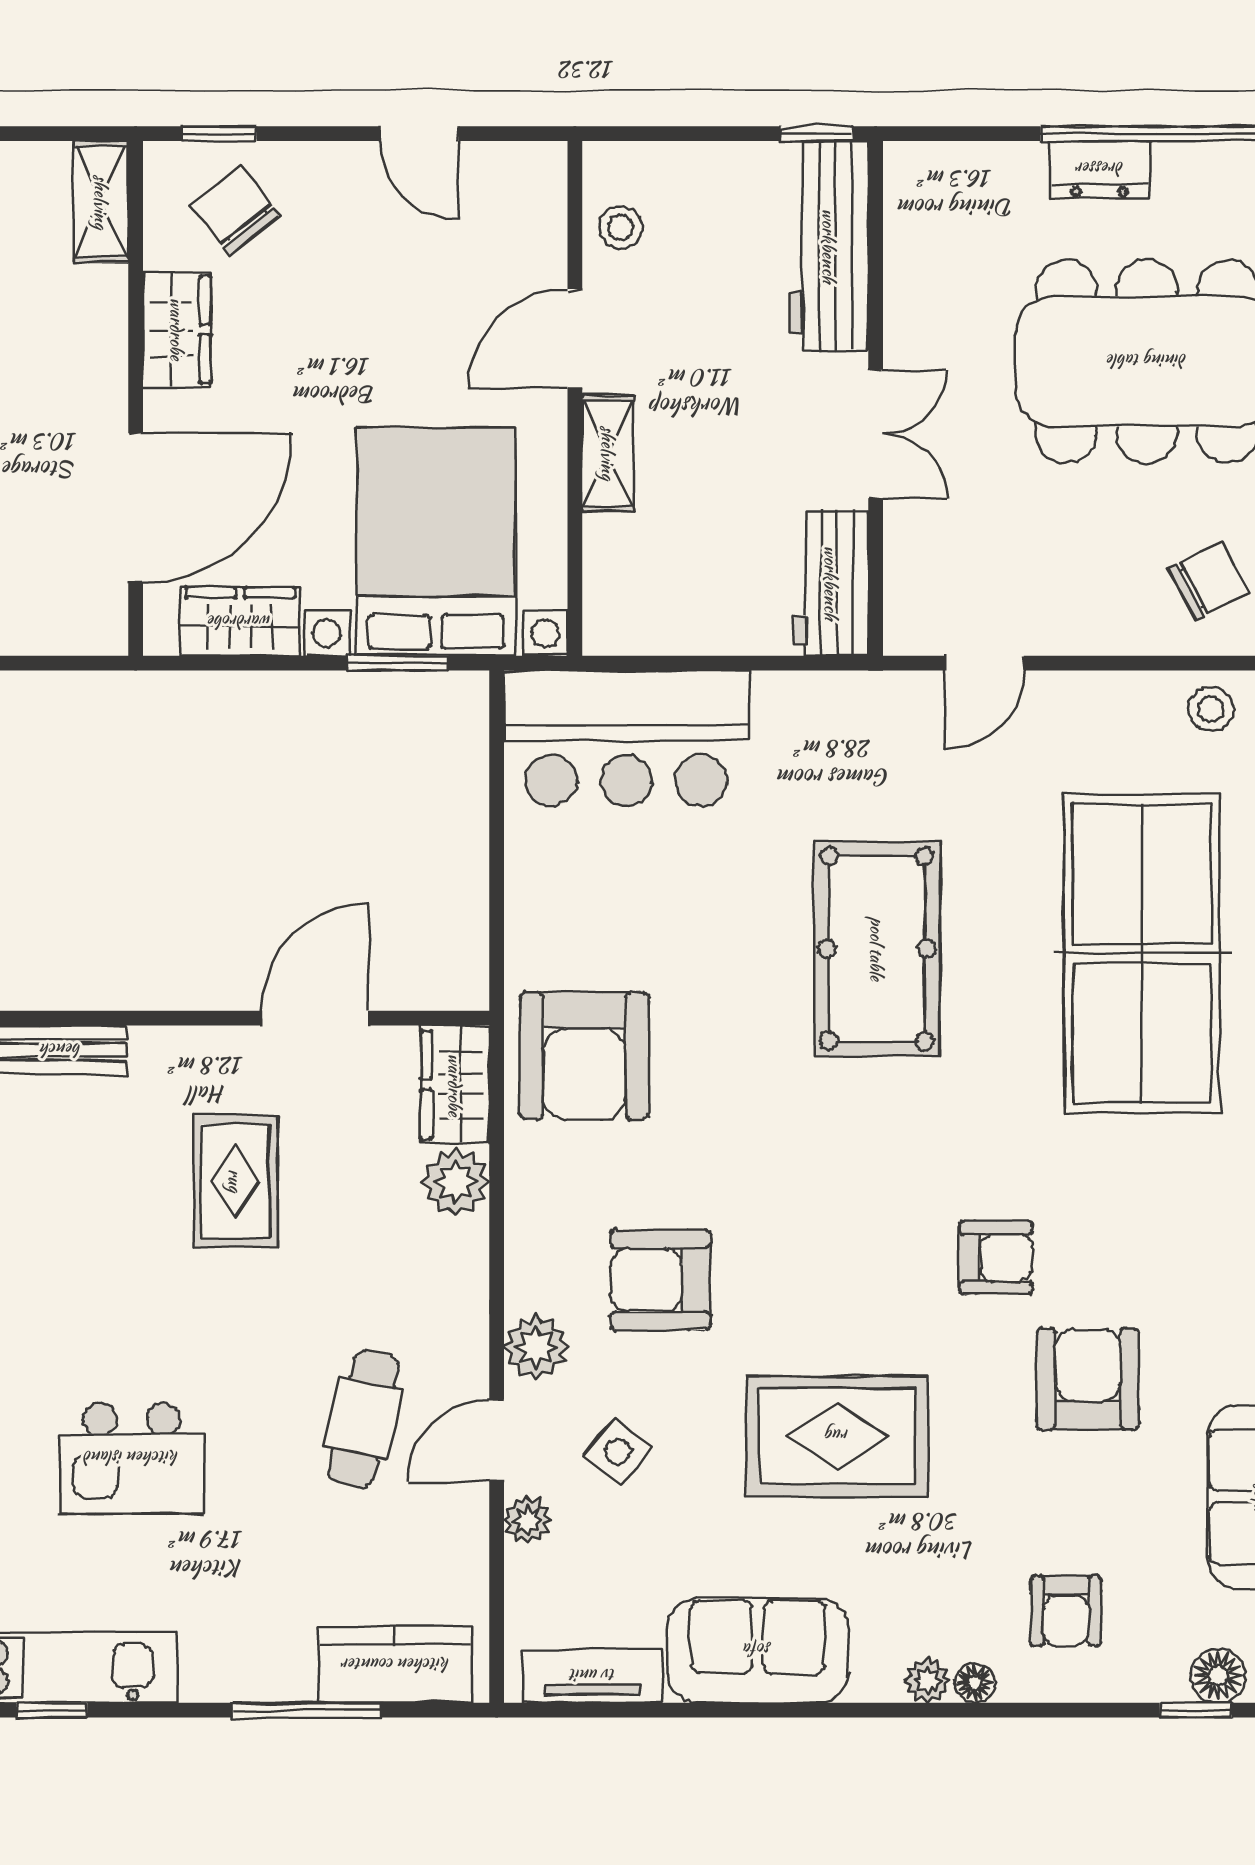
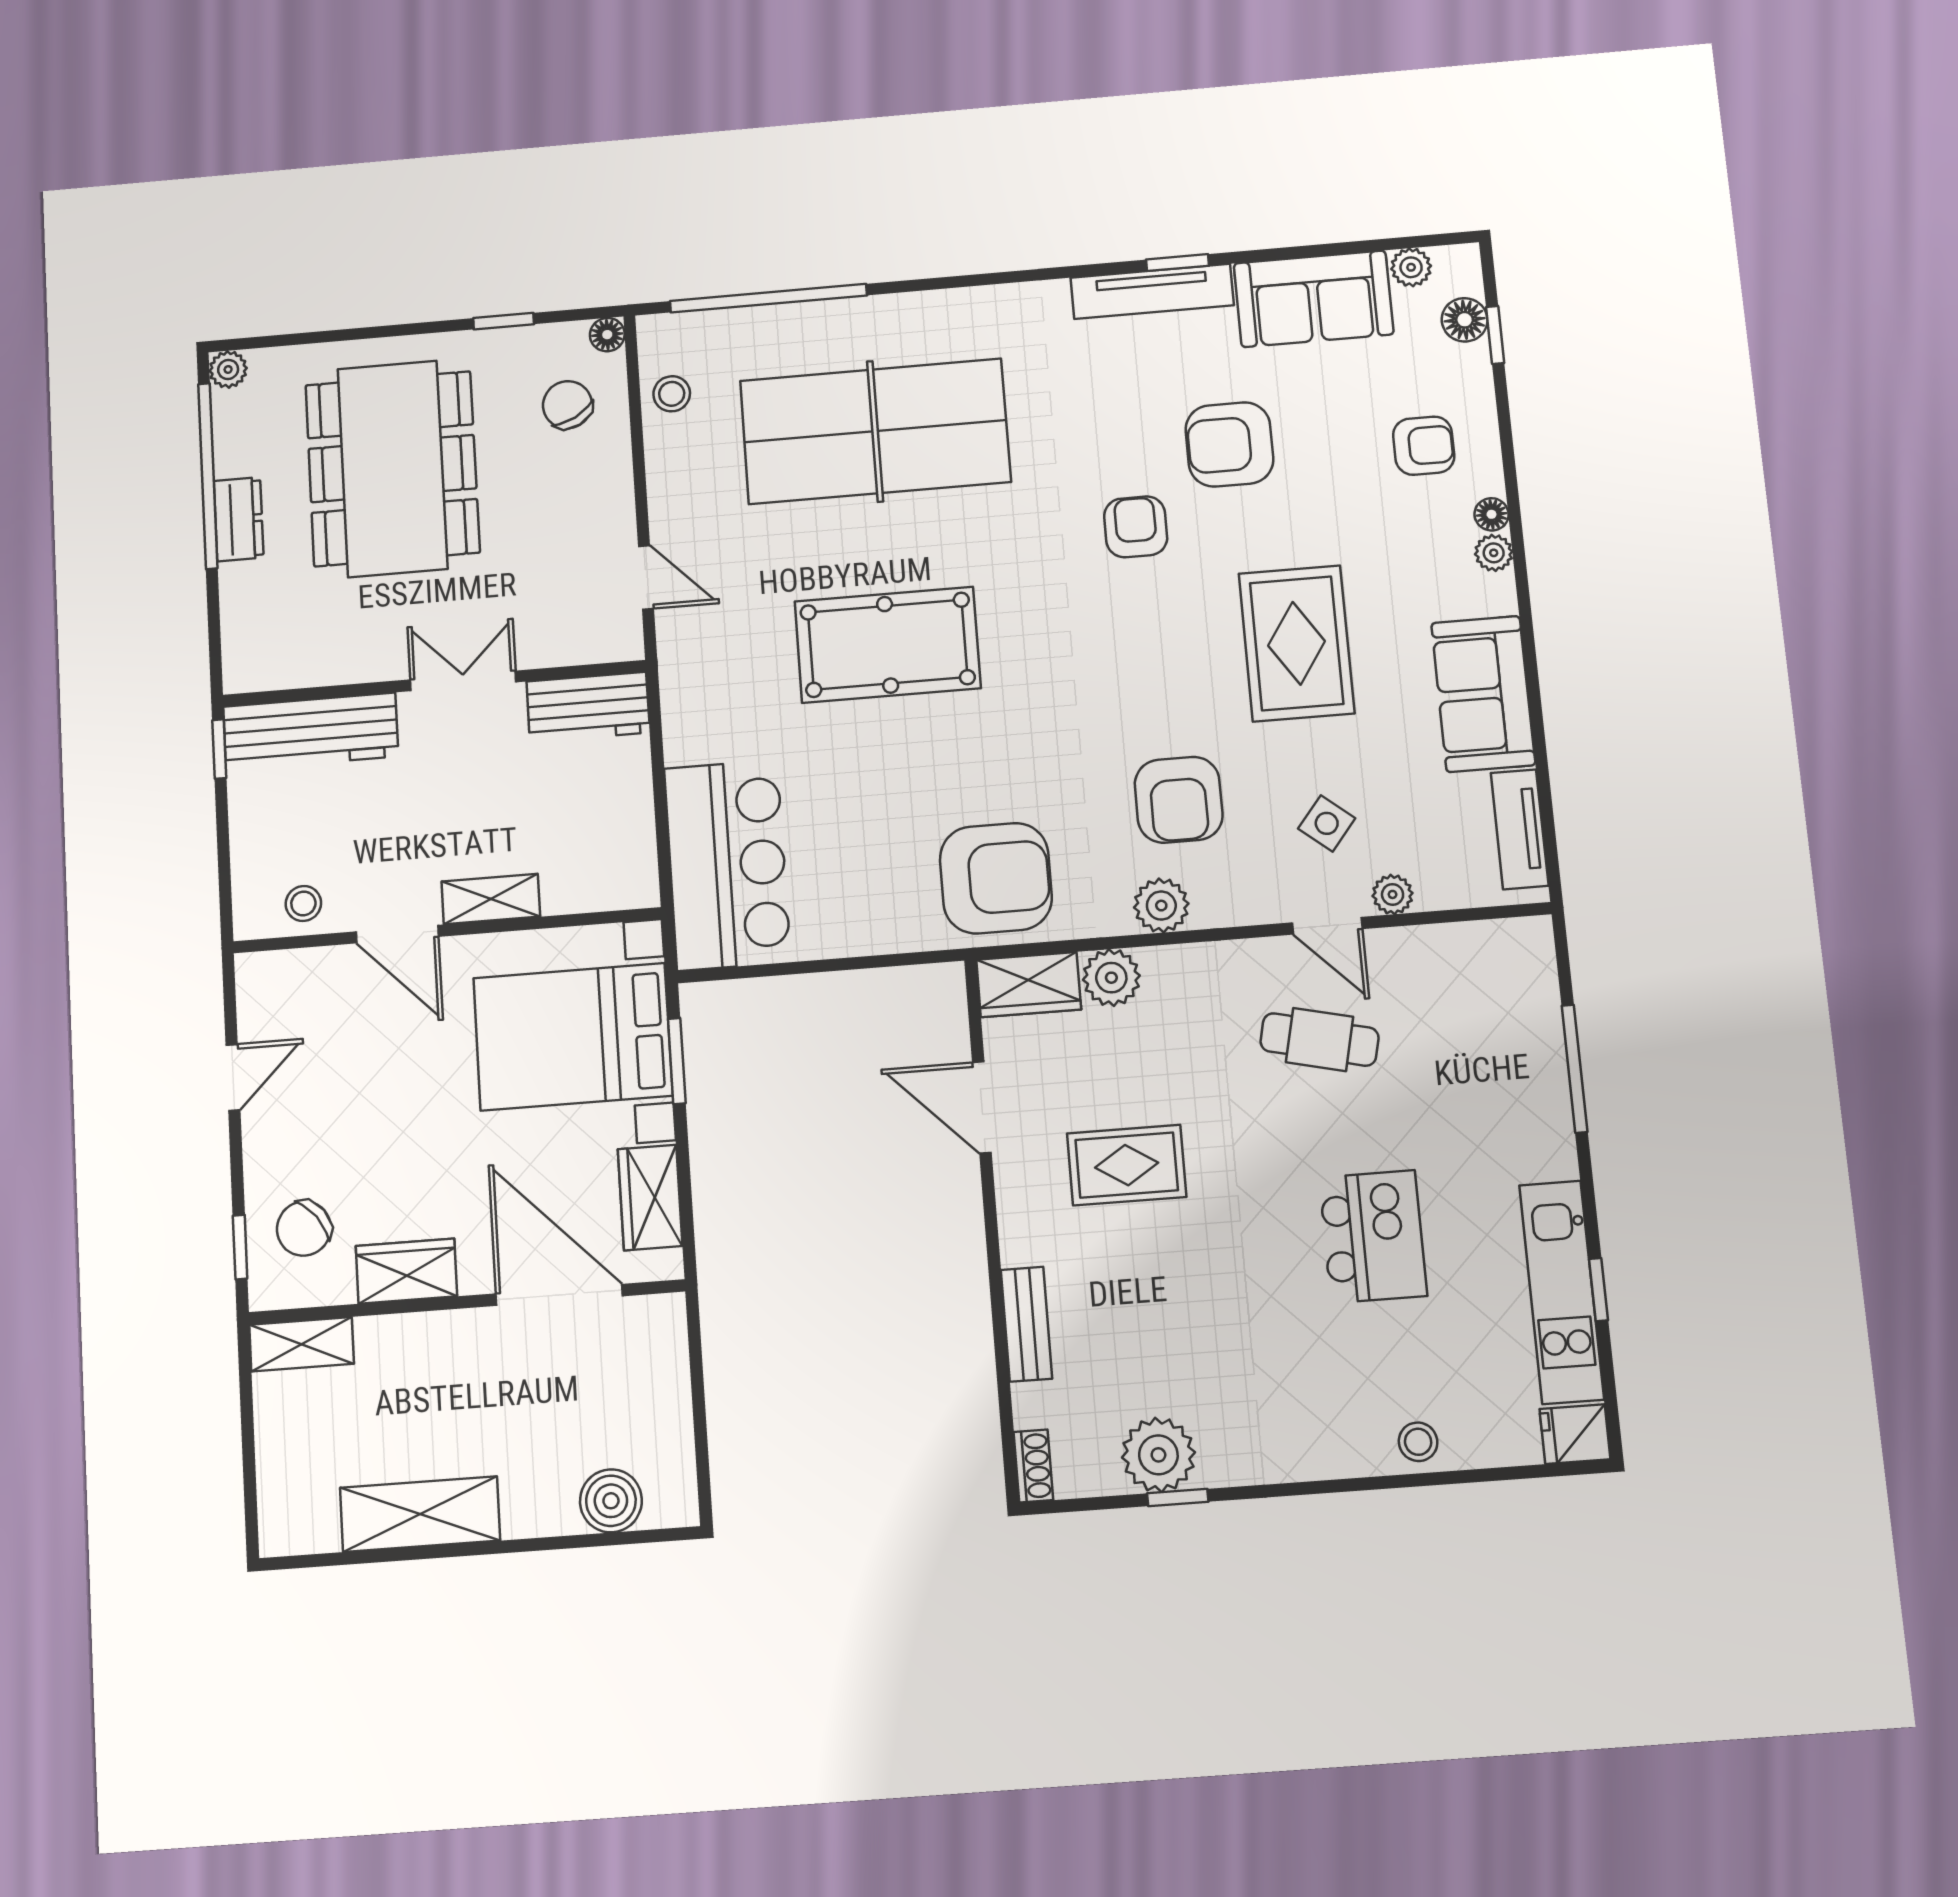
plant: (536, 1347) -> (1161, 906), moved
kitchen counter: (396, 1665) -> (1527, 996), removed

